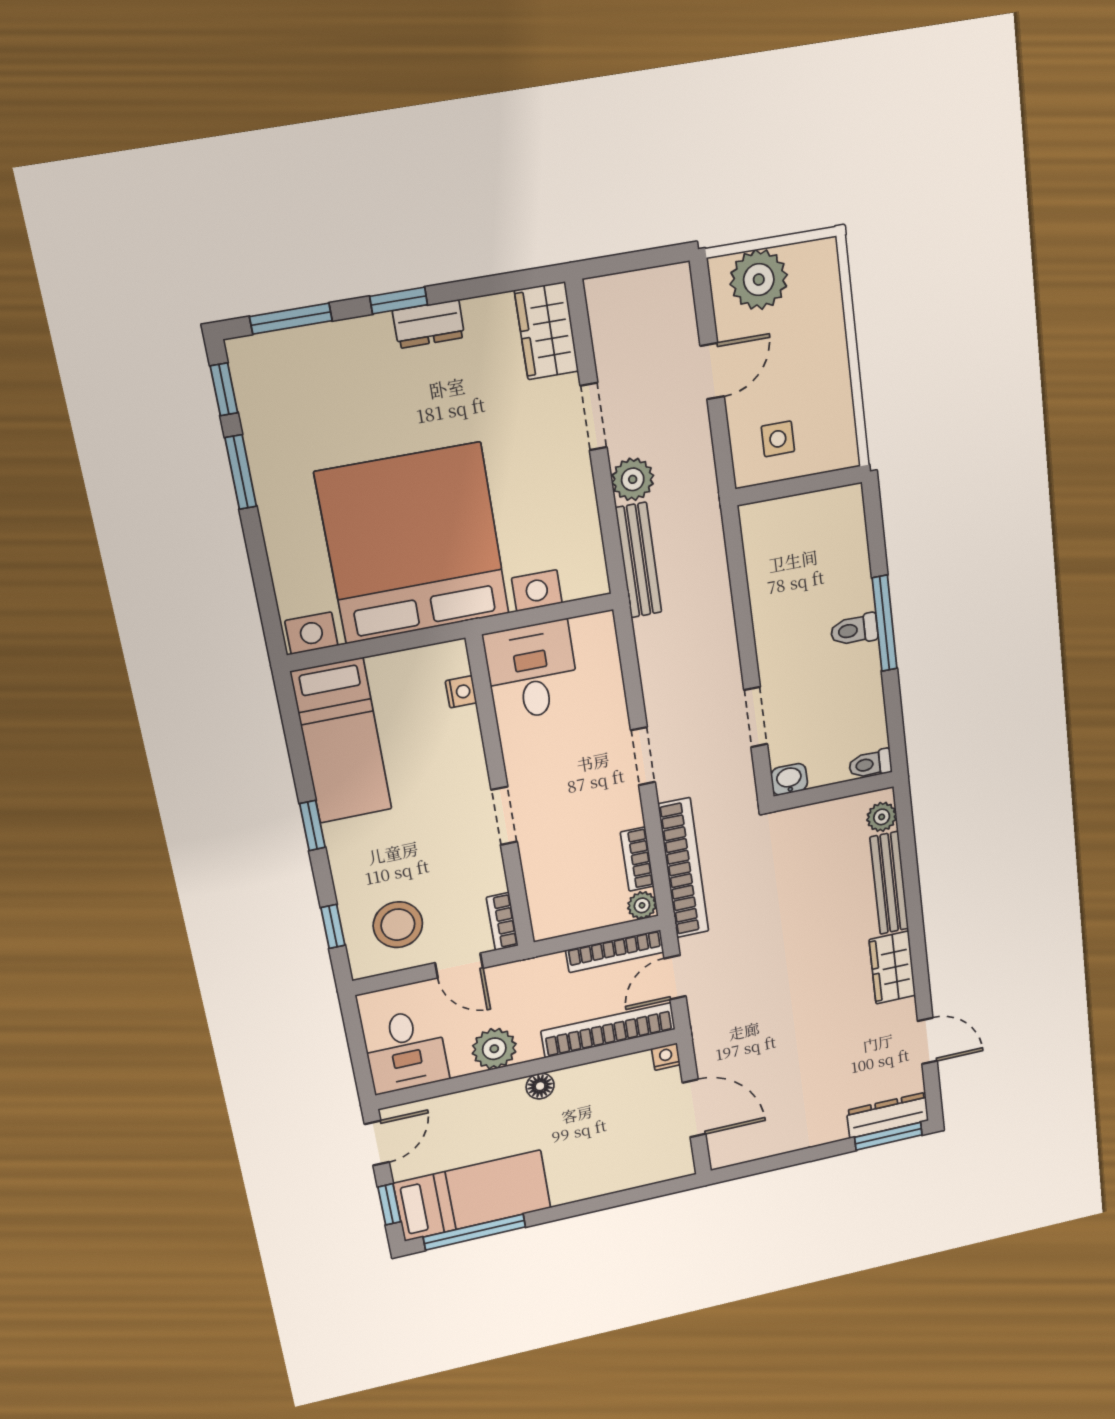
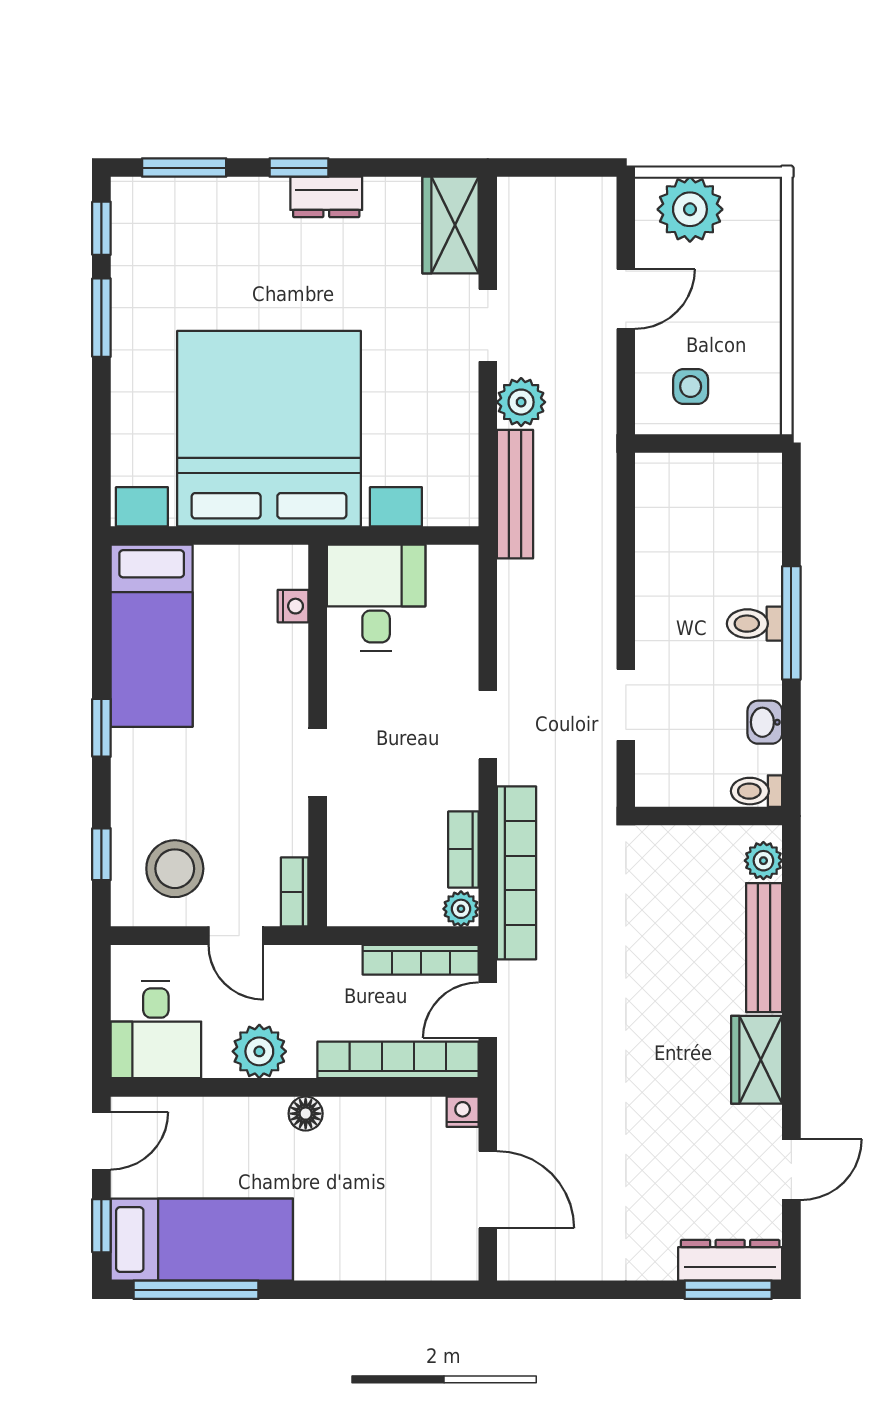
washbasin: (789, 779) -> (765, 722), moved, turned -90
door: (927, 1041) -> (791, 1170), hinge flipped

